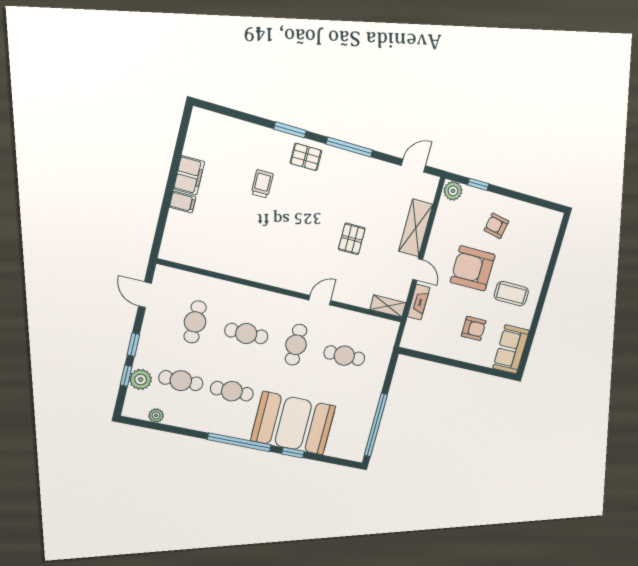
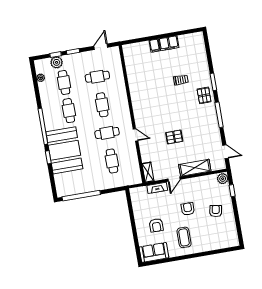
armchair: (473, 268) -> (188, 209), width x0.53, depth x0.53

